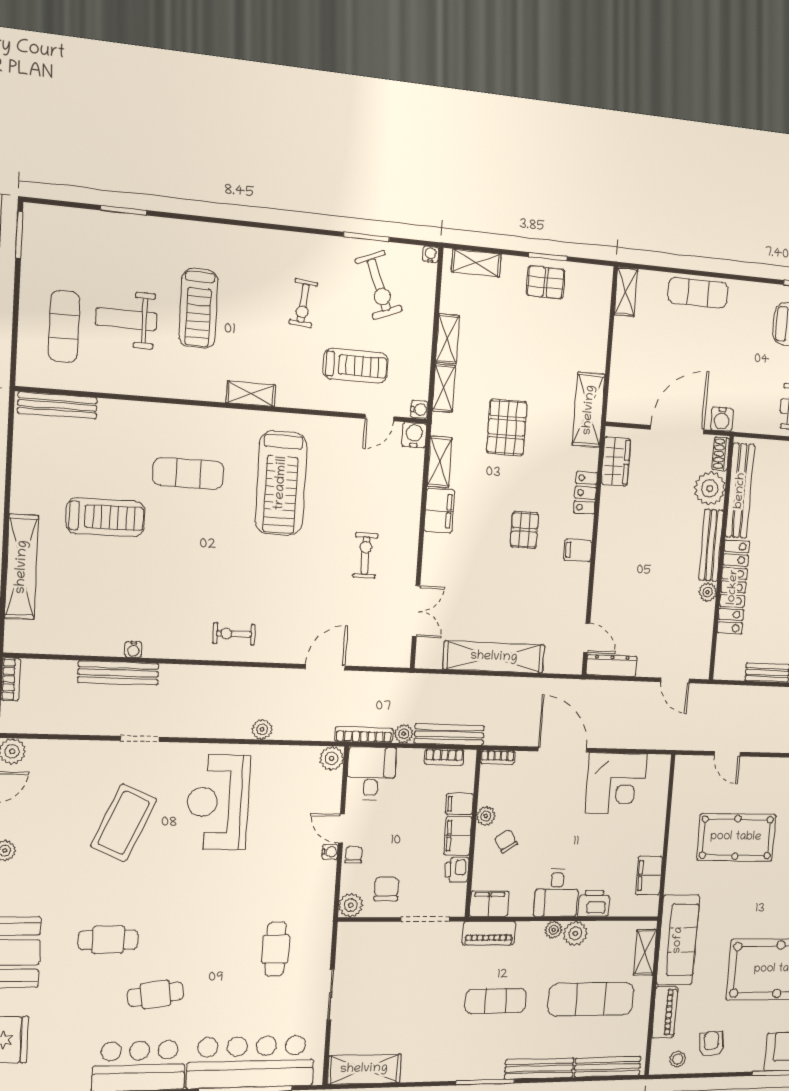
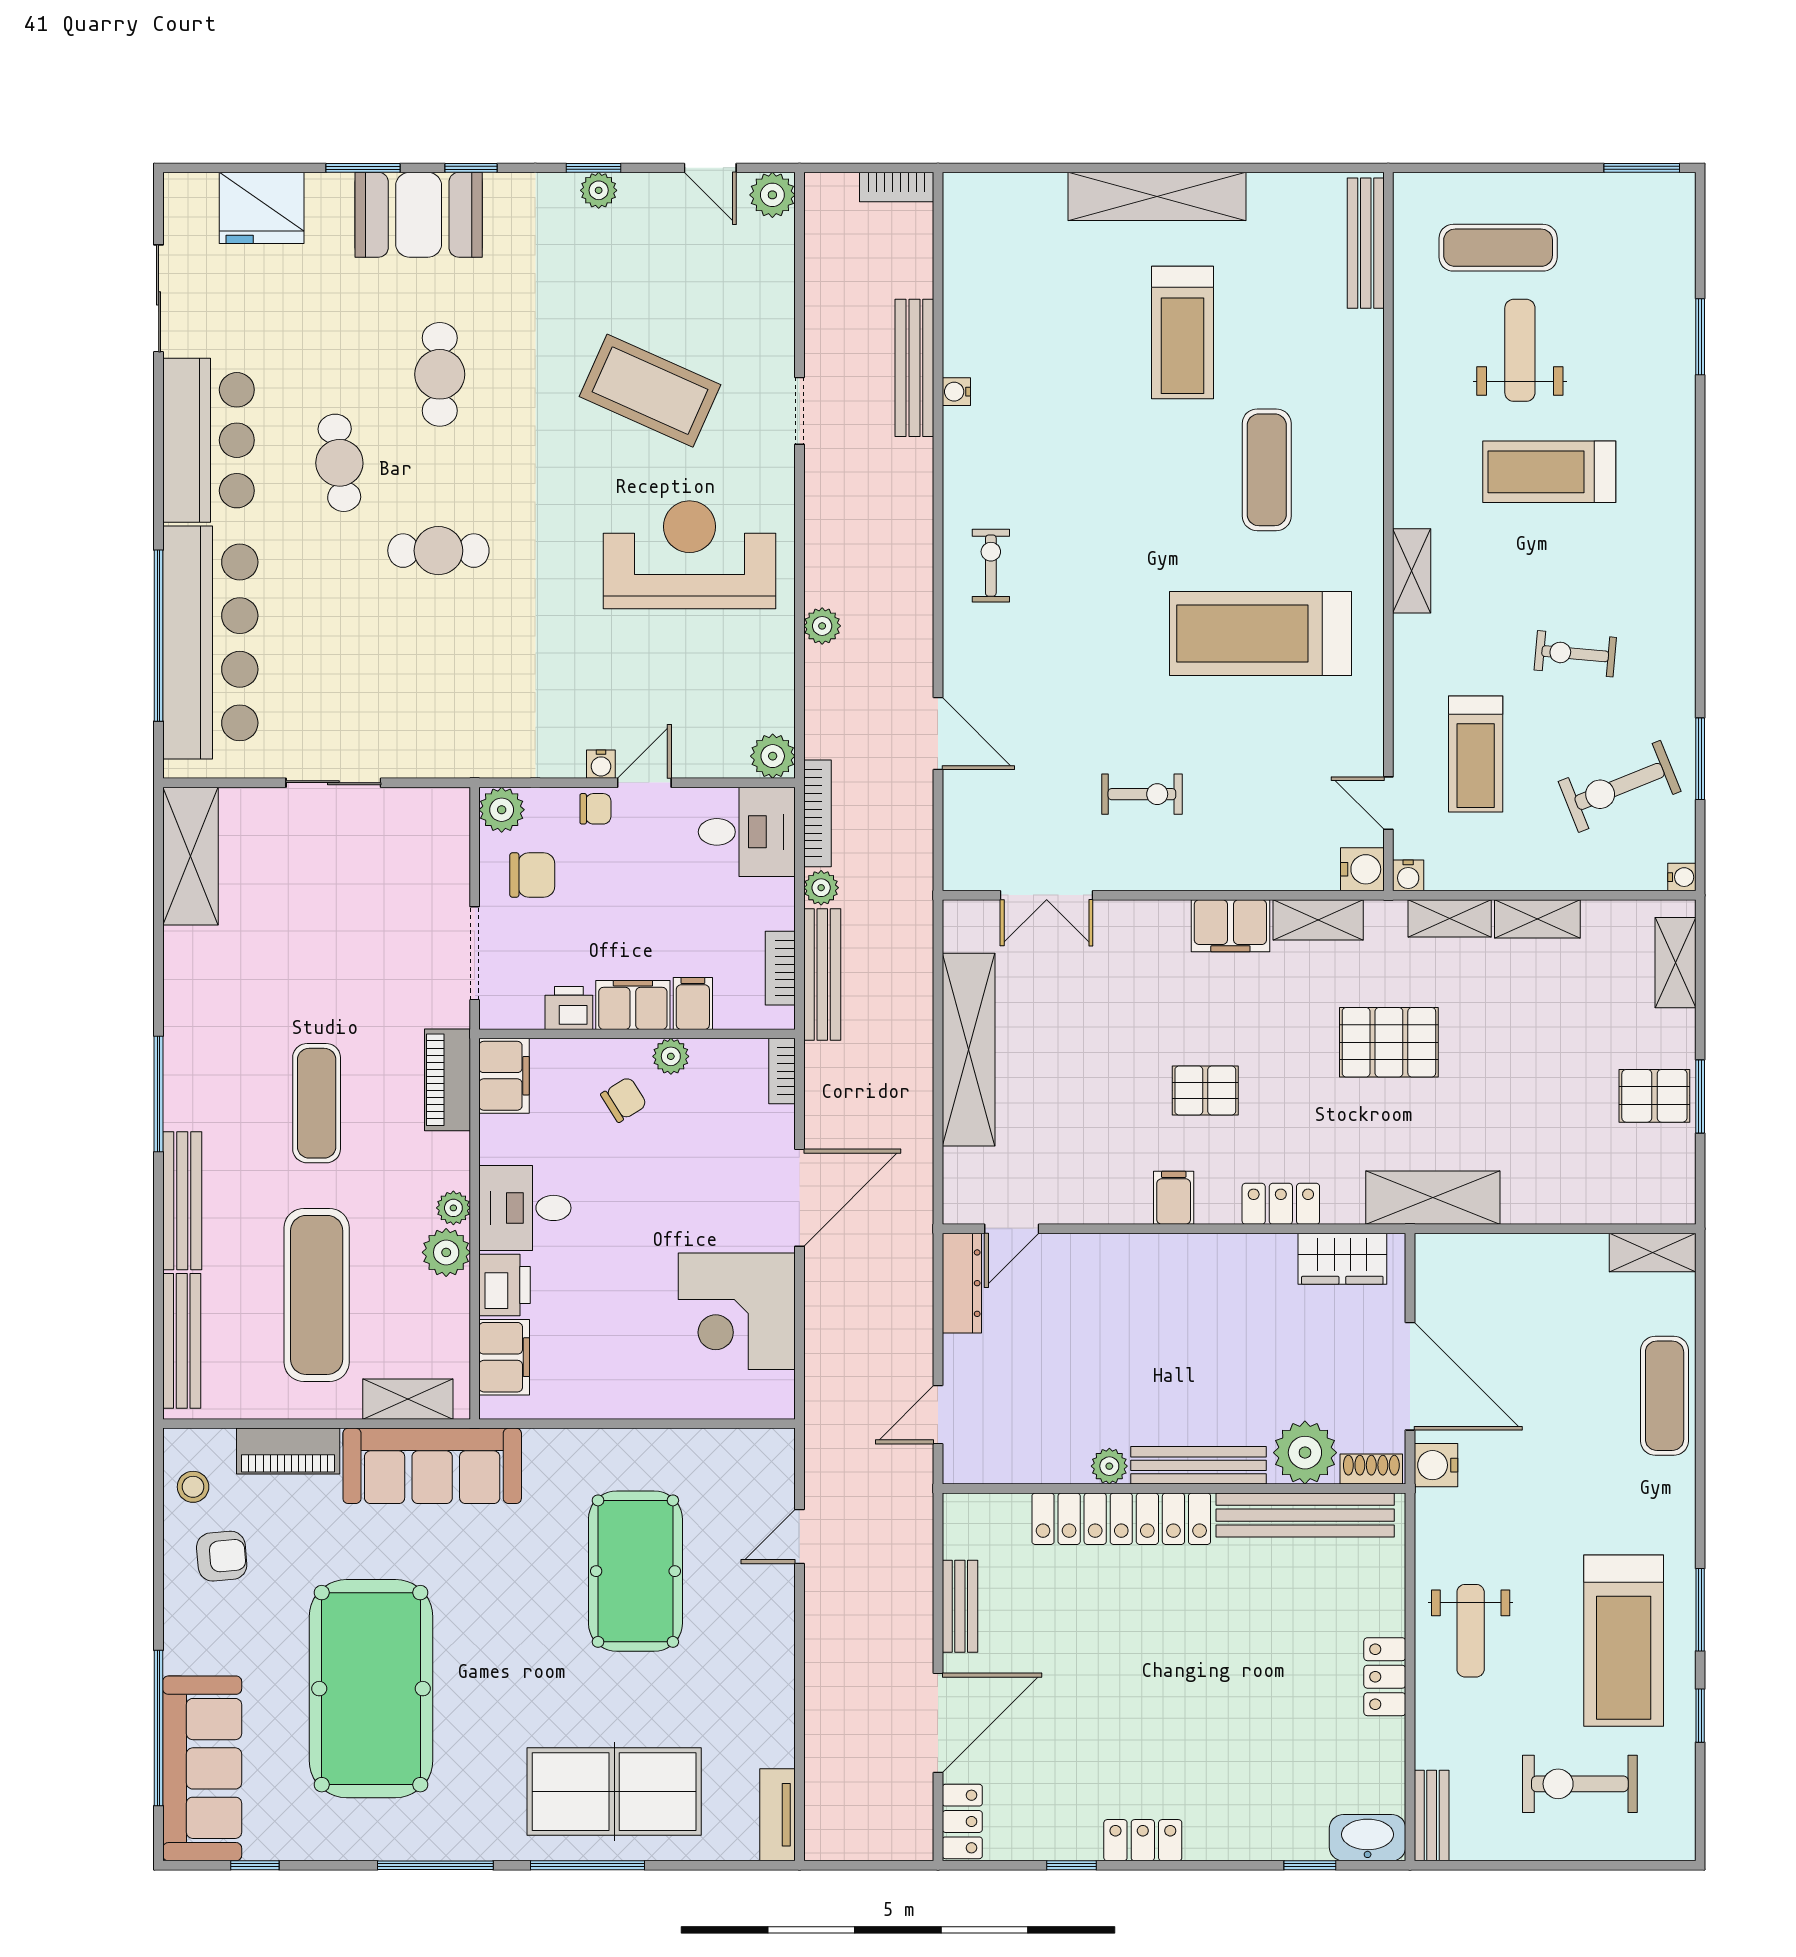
pallet: (546, 282) -> (1654, 1096), turned 90
shelving: (22, 567) -> (1157, 196), moved
filing cabinet: (649, 876) -> (504, 1357), moved, turned 90
cafe table: (276, 949) -> (438, 551), moved

